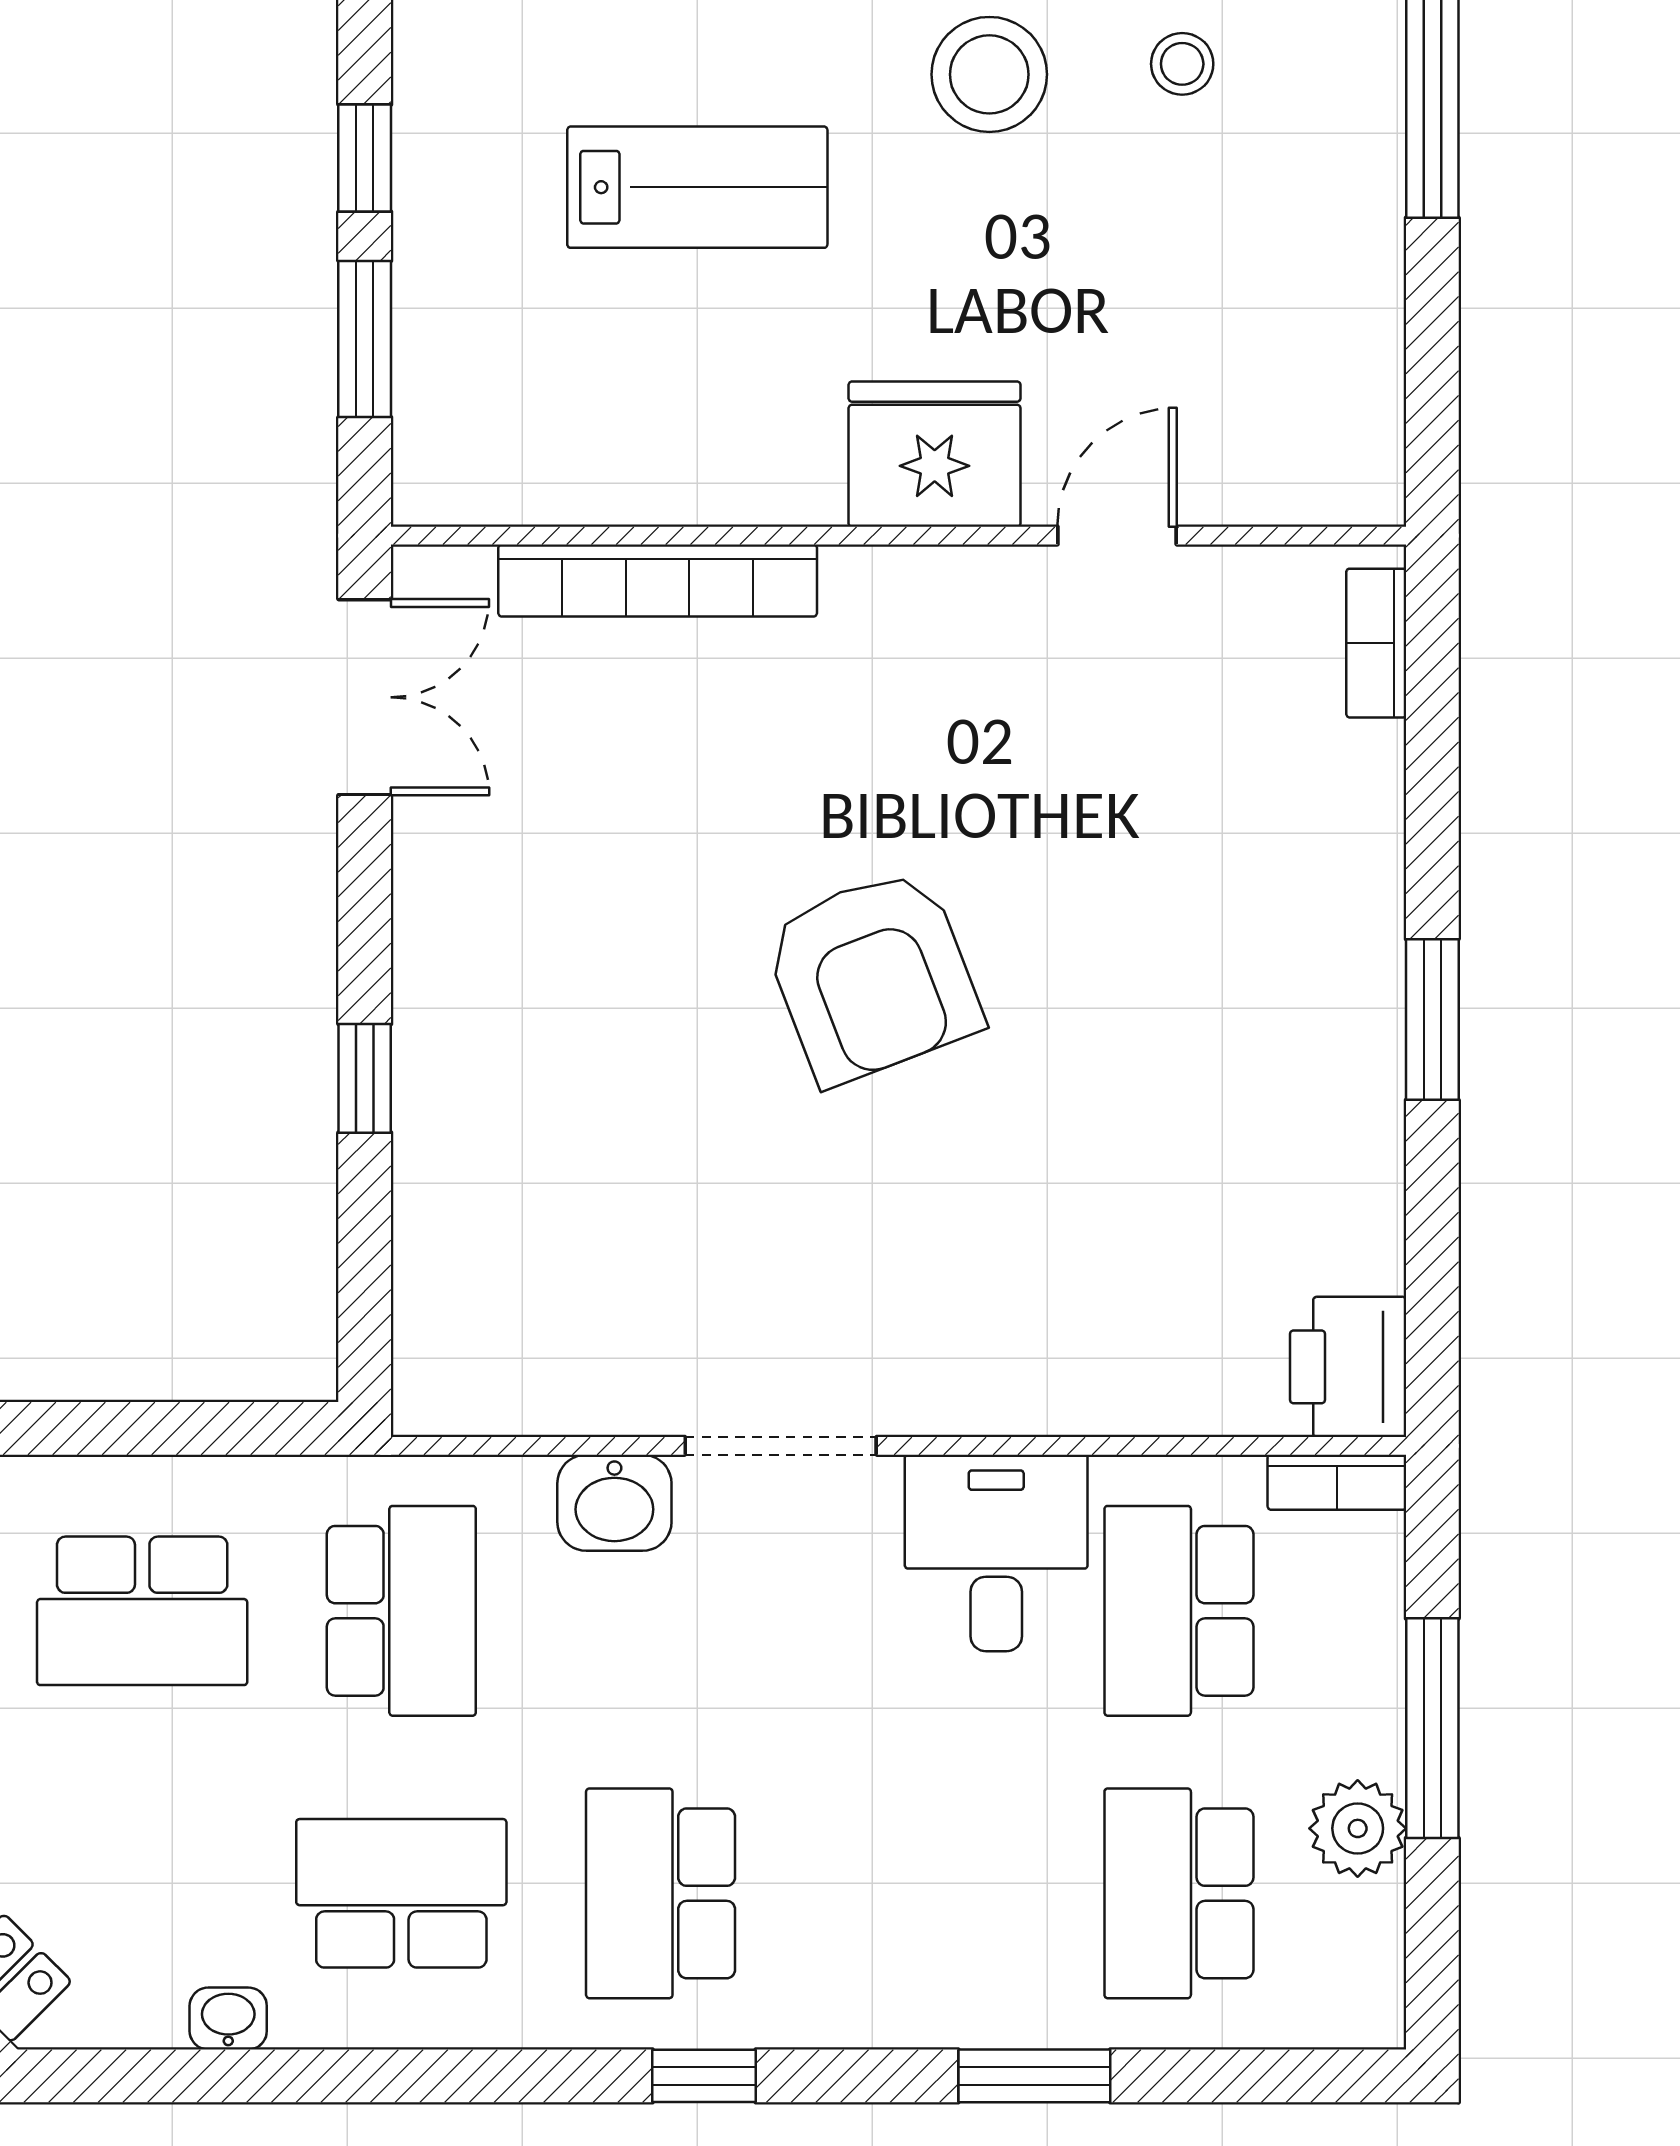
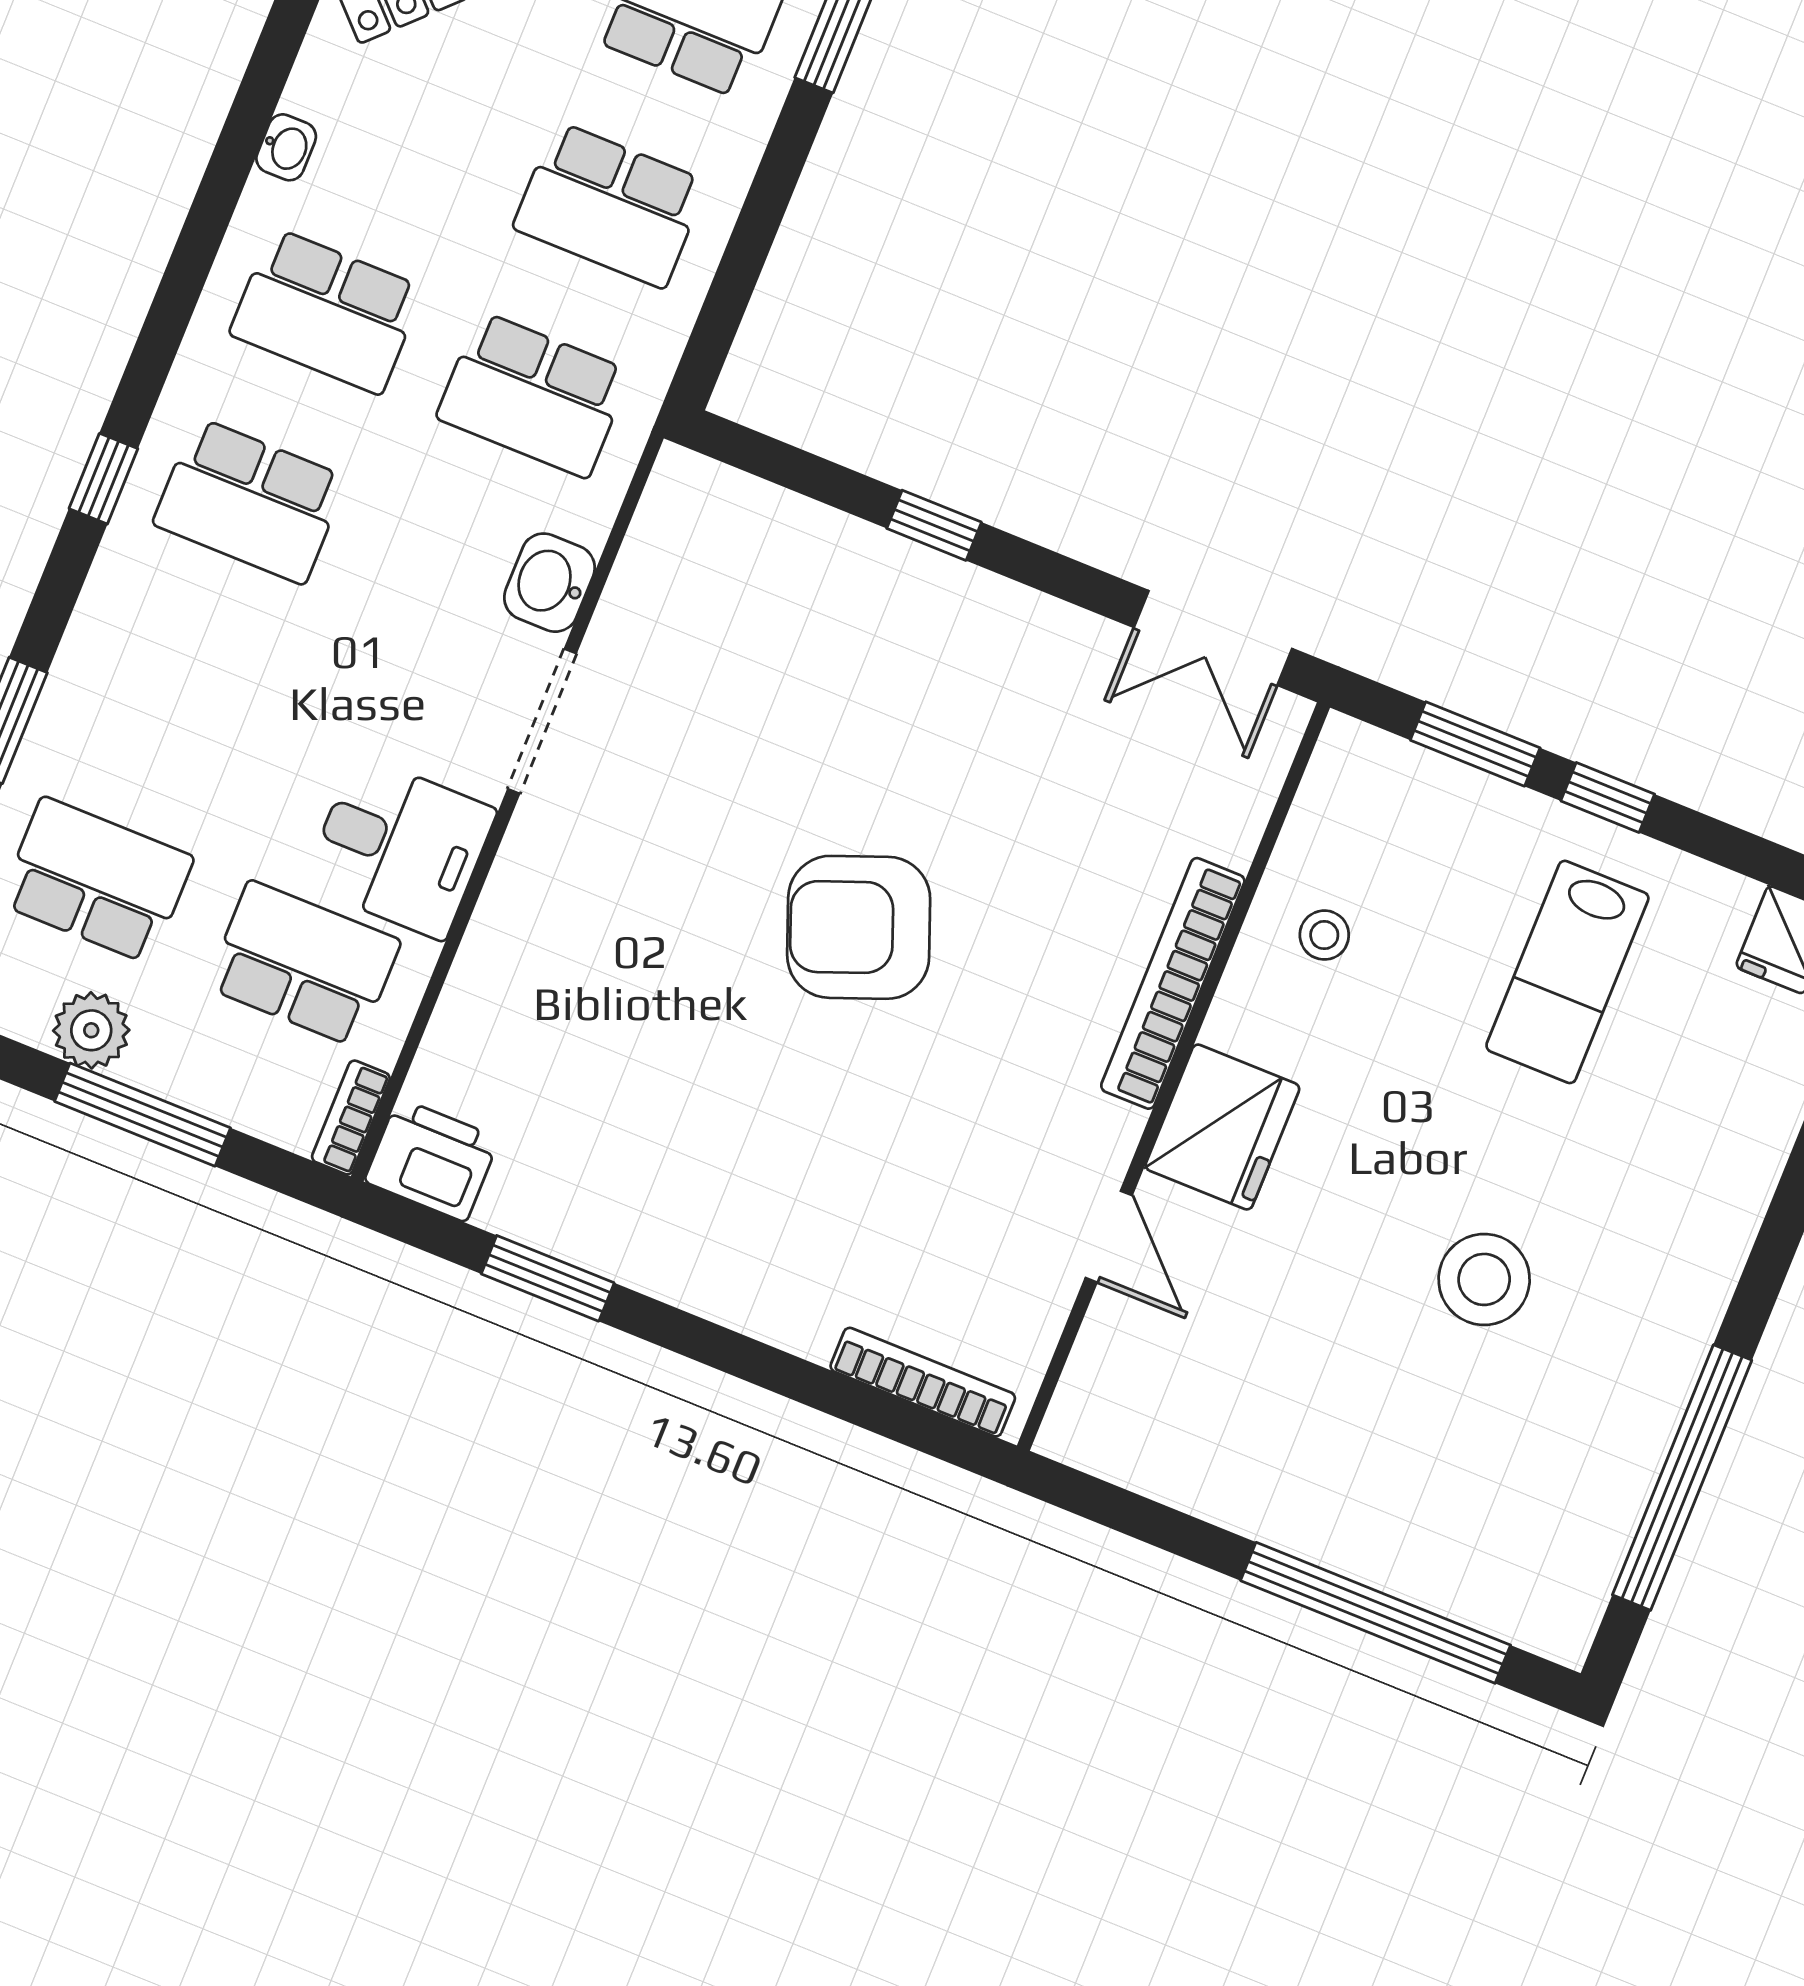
stool: (1182, 64) -> (1324, 935), moved
lab bench: (697, 187) -> (1567, 972), moved
bookcase: (658, 581) -> (1173, 983), moved
bookcase: (1376, 643) -> (923, 1382), width x1.56
window: (1432, 1019) -> (548, 1278), moved
school desk: (142, 1611) -> (610, 205), turned -90
school desk: (401, 1893) -> (327, 311), turned 90
school desk: (661, 1893) -> (250, 501), turned 180

